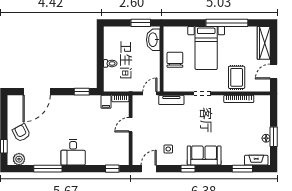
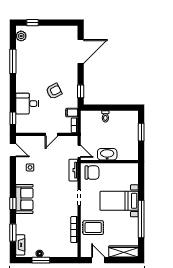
window: (141, 23) -> (141, 132), moved
washbasin: (153, 40) -> (107, 154), moved
chair: (175, 60) -> (92, 173), moved
door: (37, 92) -> (81, 52), swing flipped
door: (131, 125) -> (51, 134), swing flipped
armchair: (21, 133) -> (54, 91), moved
desk: (73, 152) -> (27, 104), moved
window: (188, 169) -> (13, 204), moved

